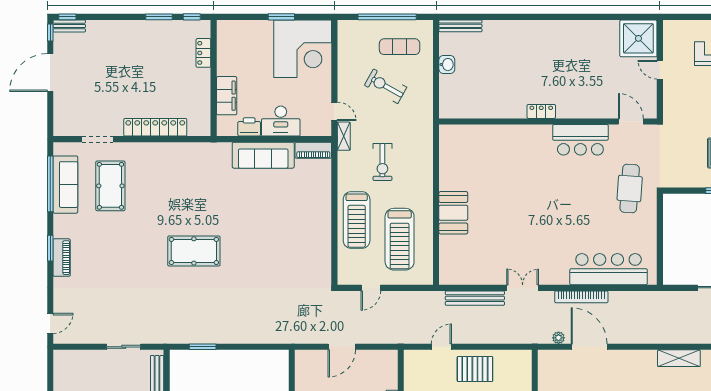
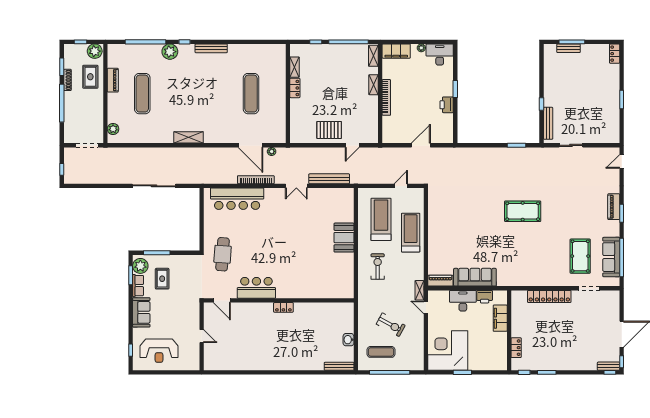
shower: (638, 38) -> (216, 358), removed
exercise bike: (382, 162) -> (378, 267), moved

